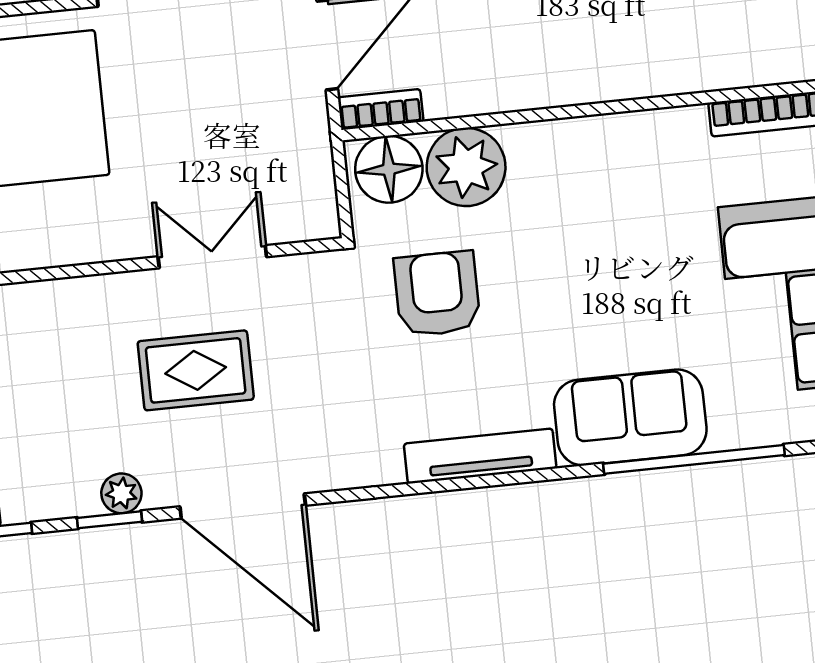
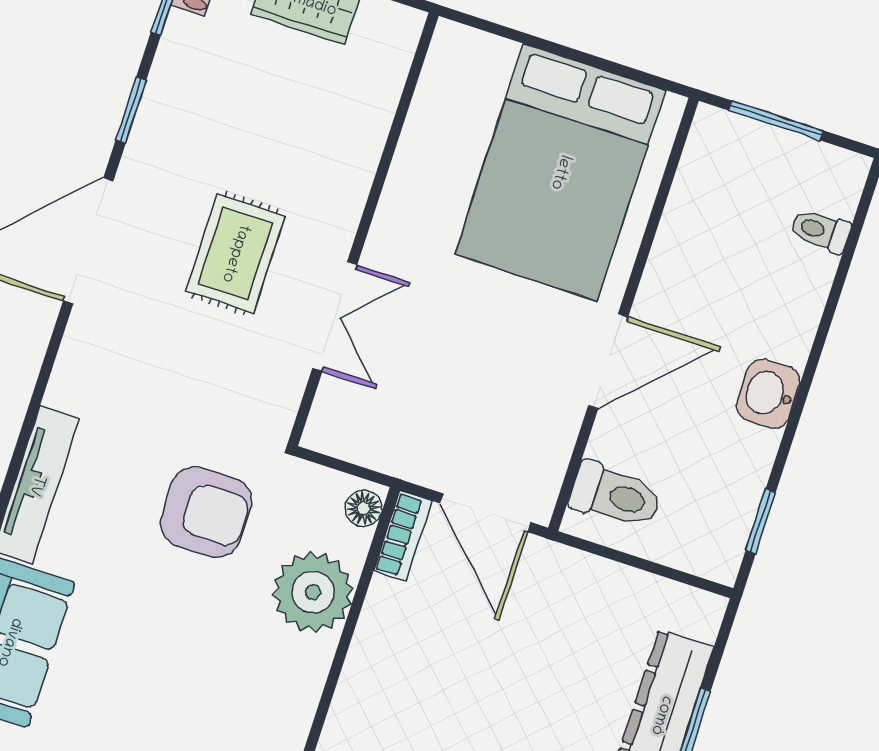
floor lamp: (389, 169) -> (364, 508), width x0.53, depth x0.53
plant: (121, 493) -> (151, 132), removed

